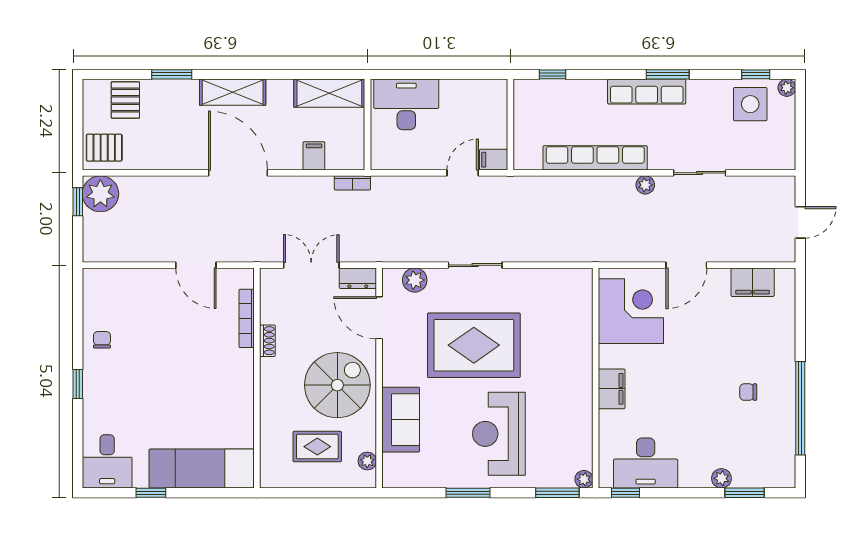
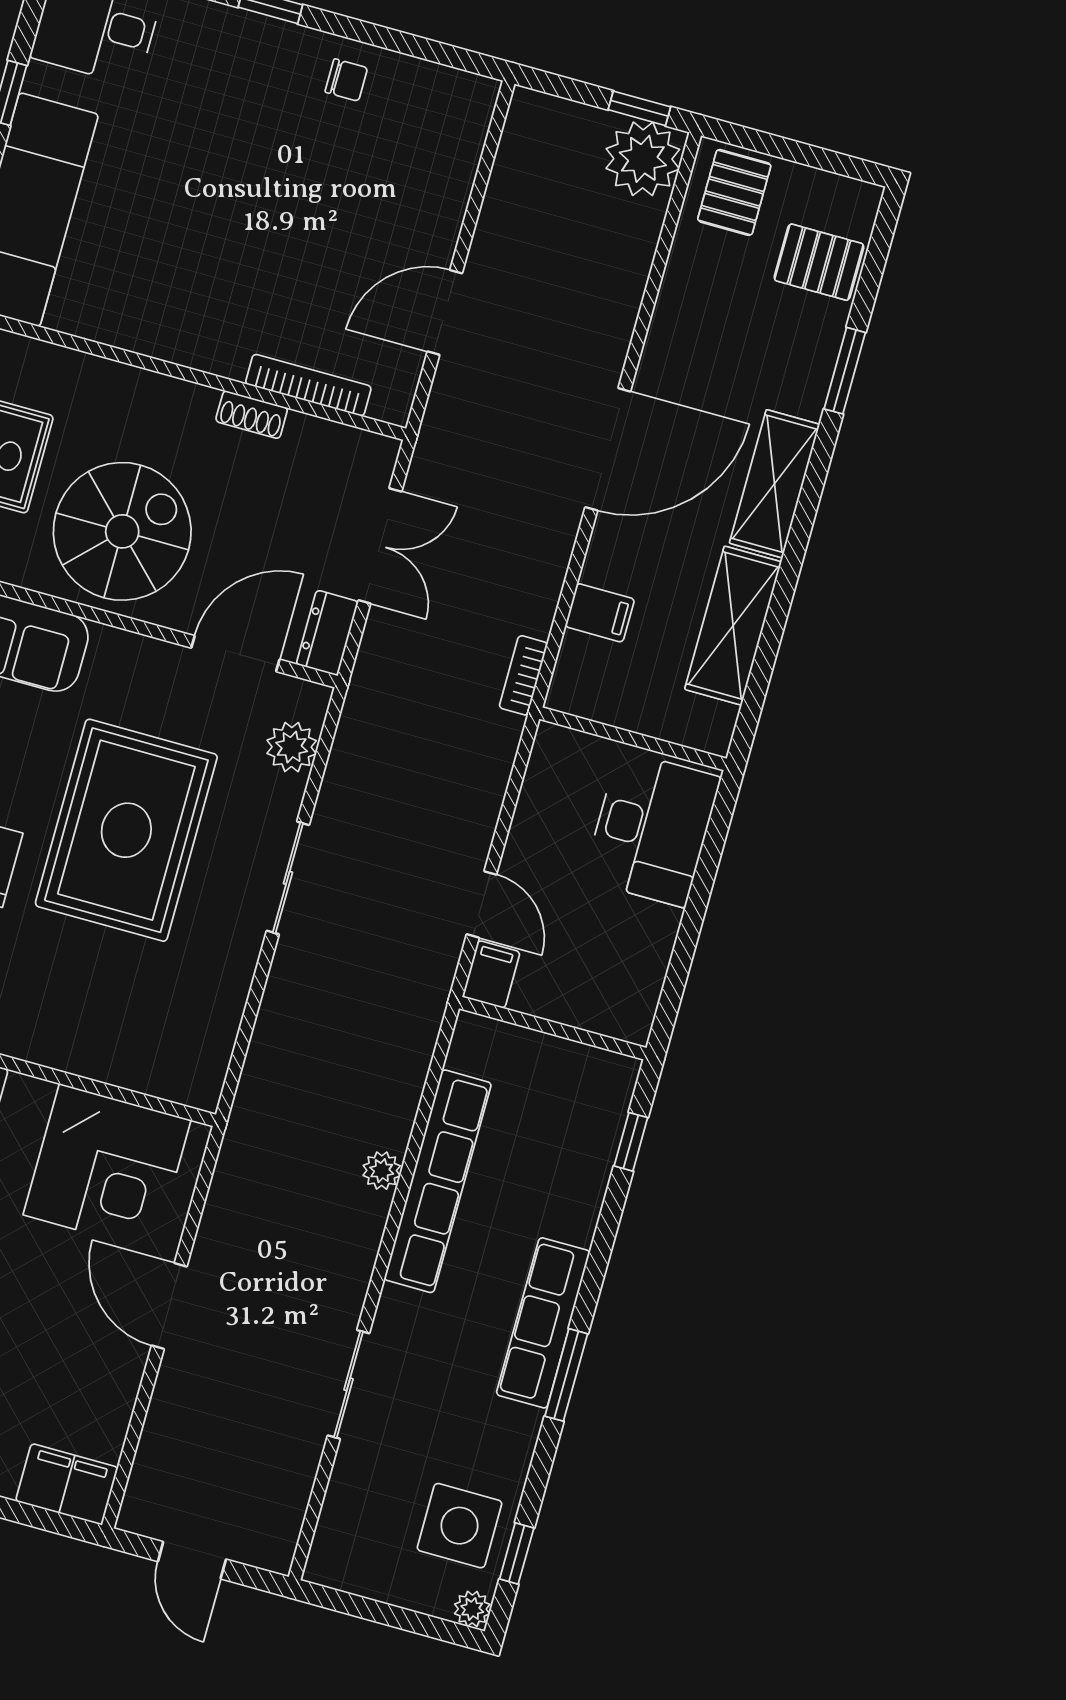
shelving: (329, 93) -> (733, 626), moved
plant: (645, 185) -> (382, 1171), moved
filing cabinet: (753, 282) -> (67, 1484), moved, turned 90
spiral stairs: (337, 385) -> (122, 531), turned -90

